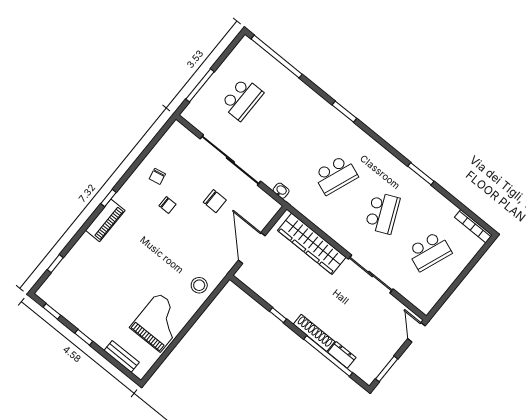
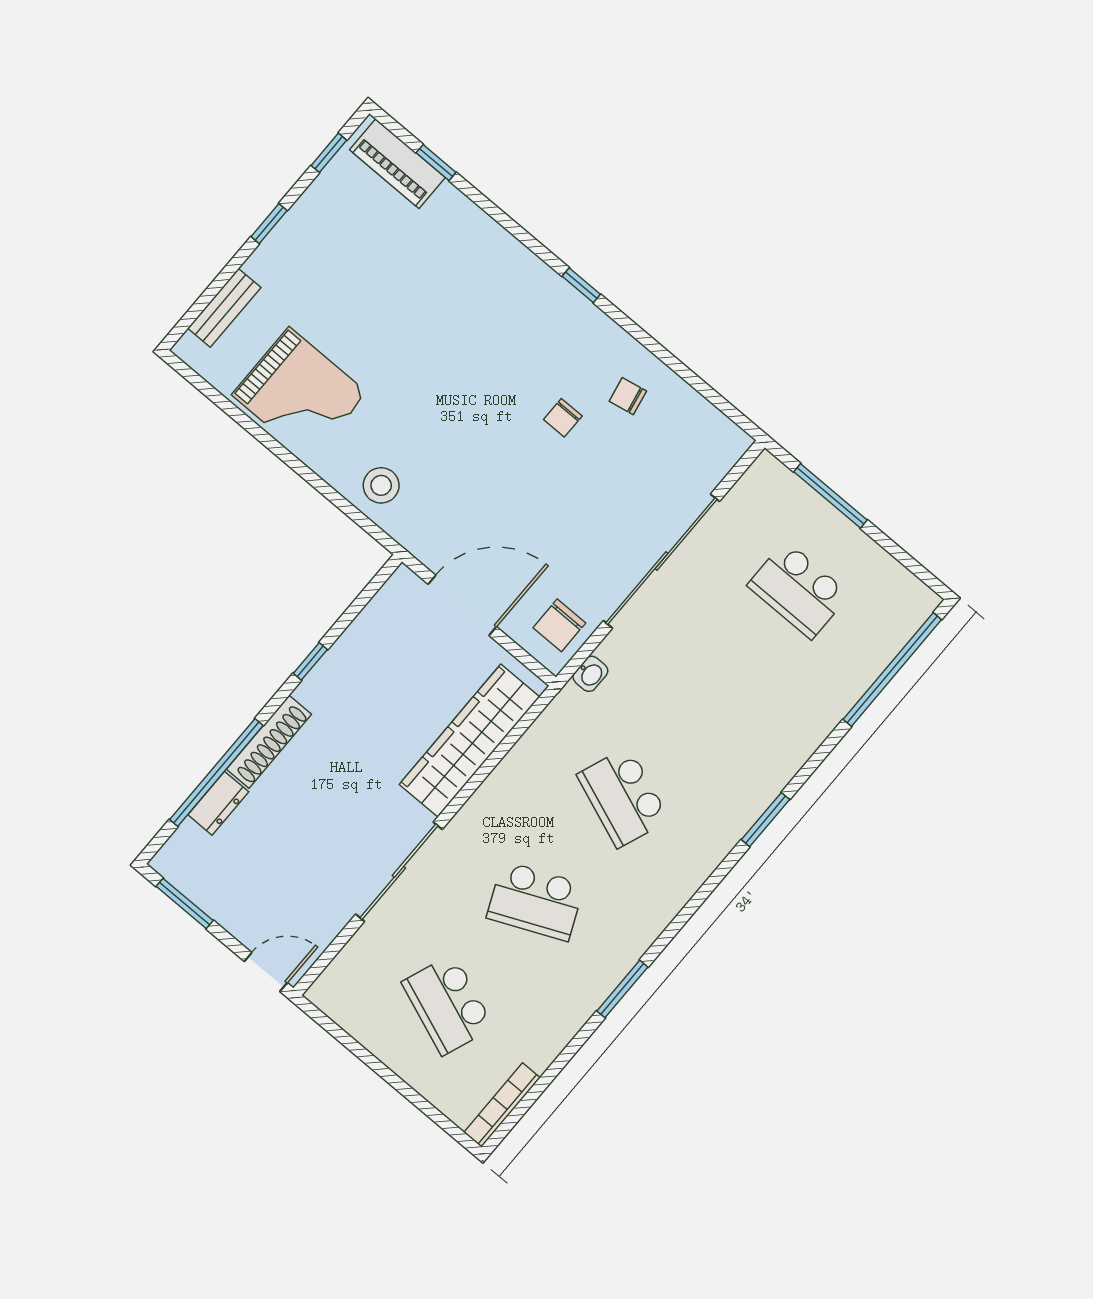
chair: (215, 201) -> (559, 625), moved
piano: (105, 220) -> (397, 164), moved

